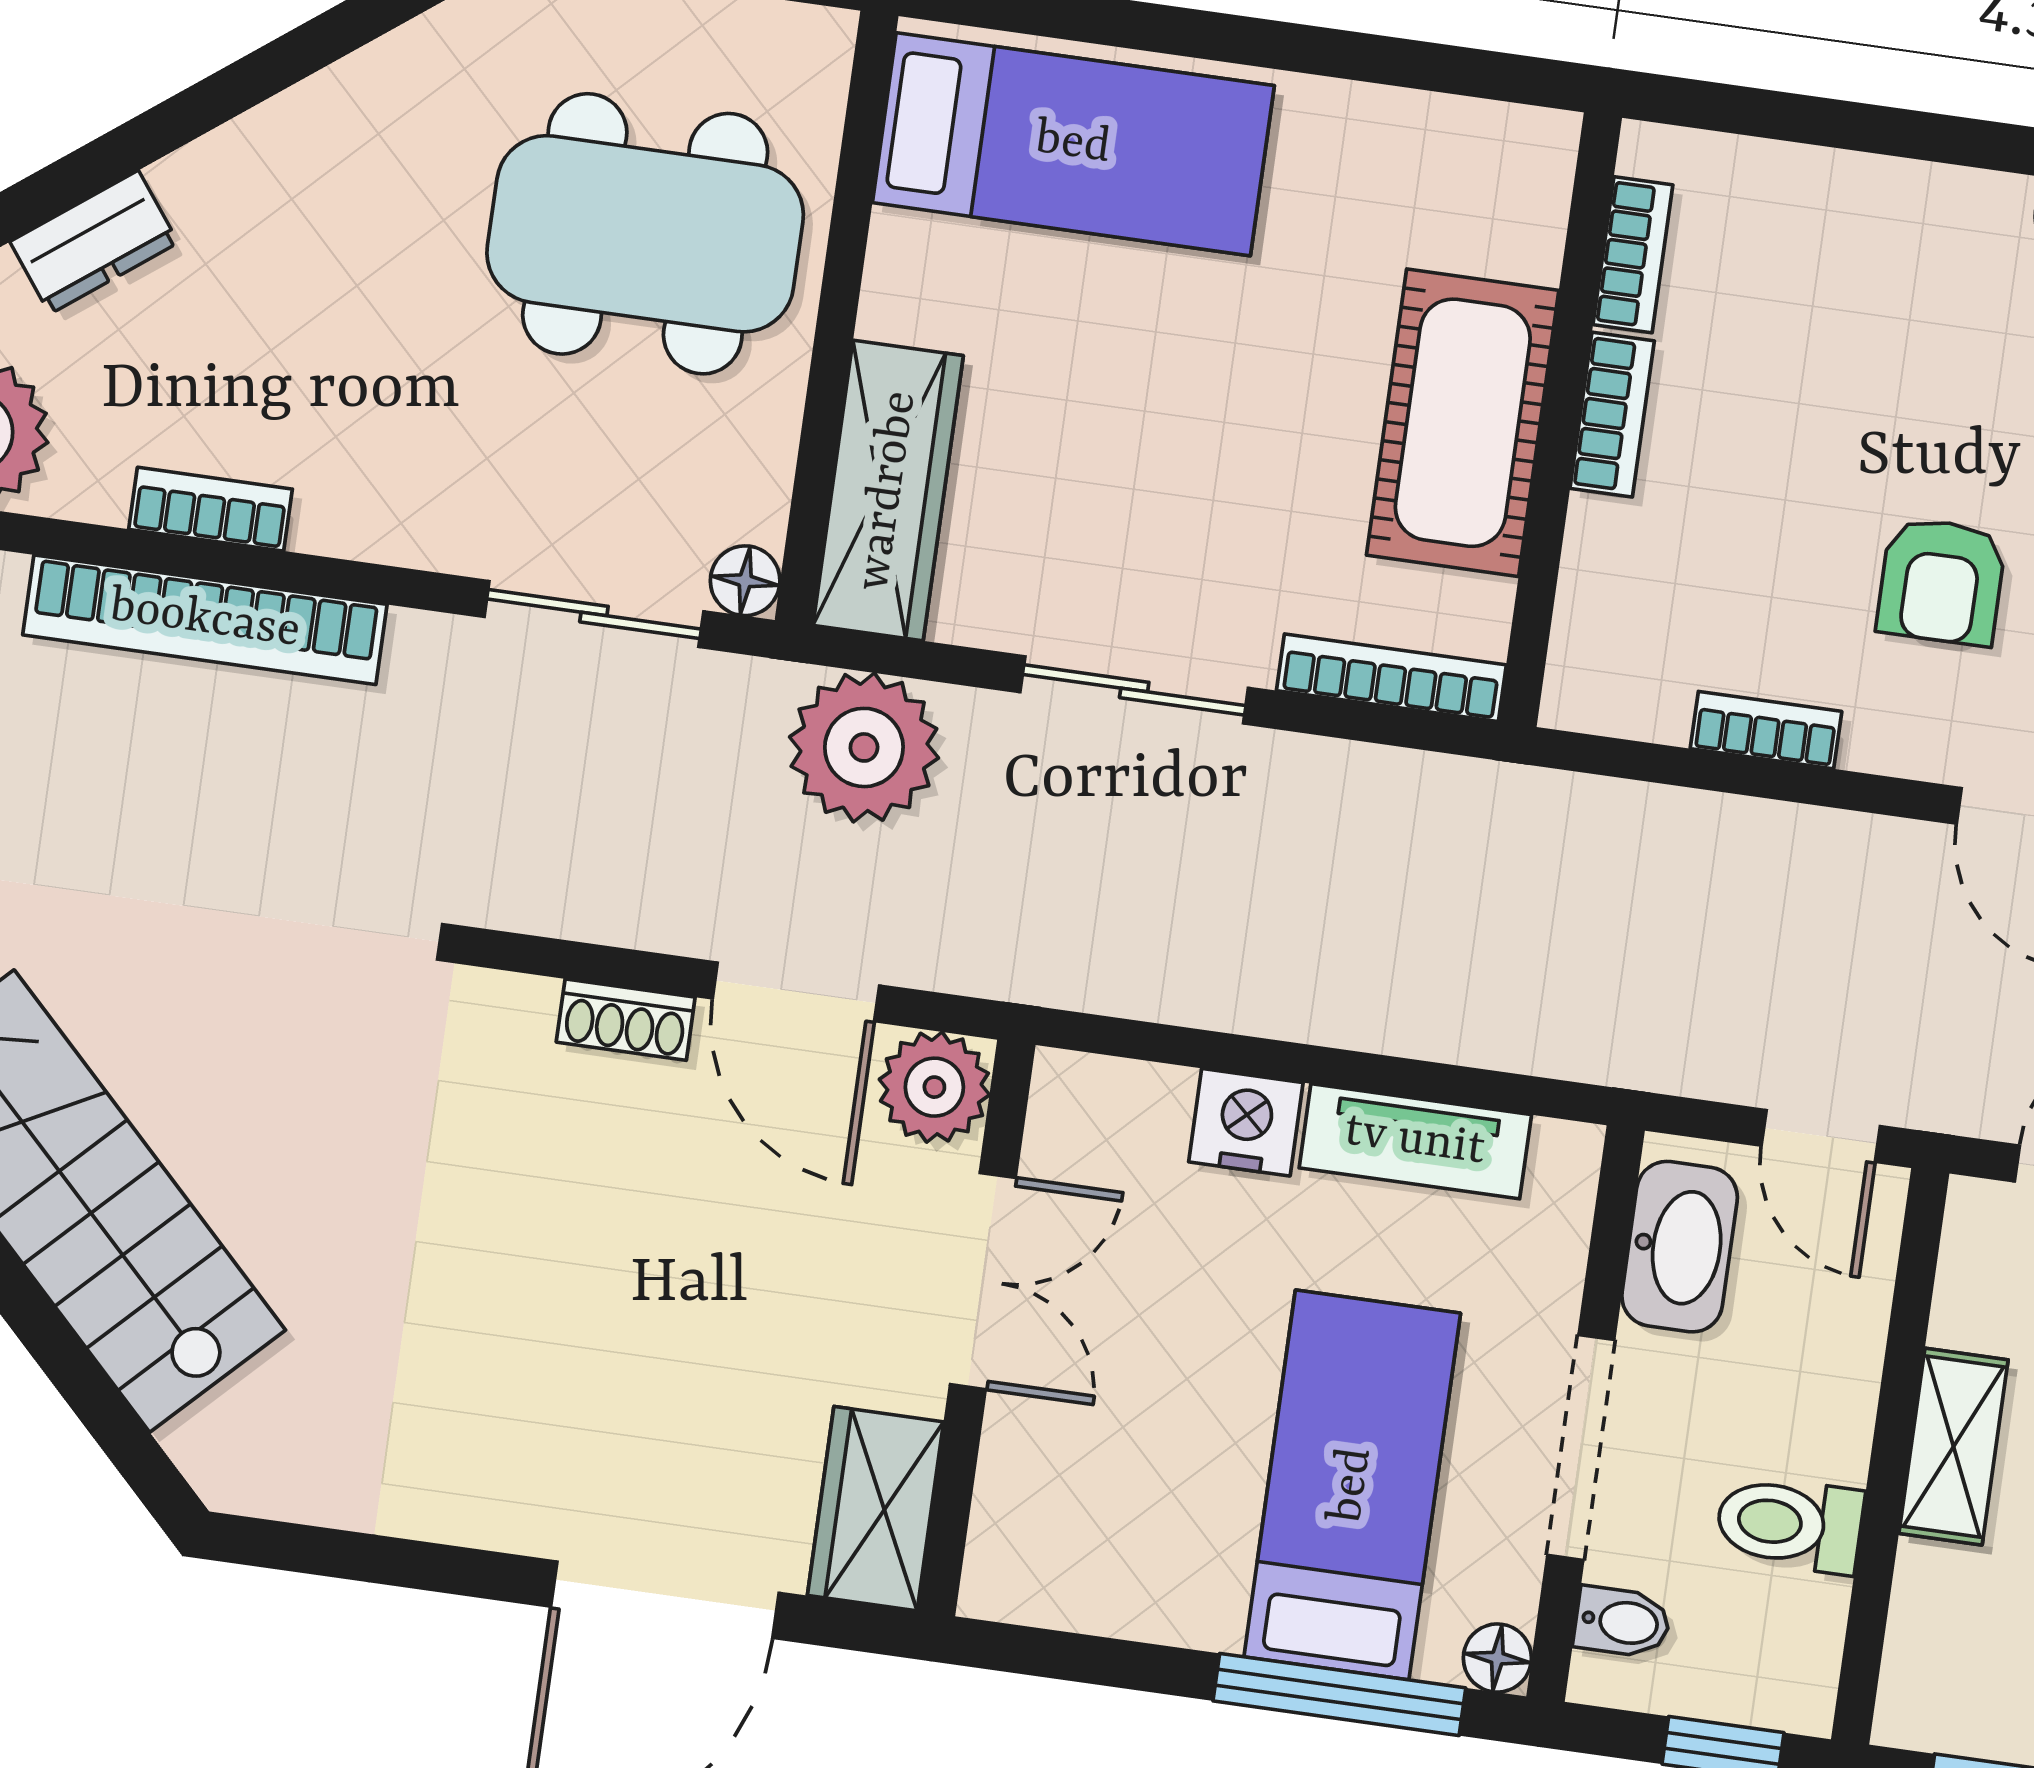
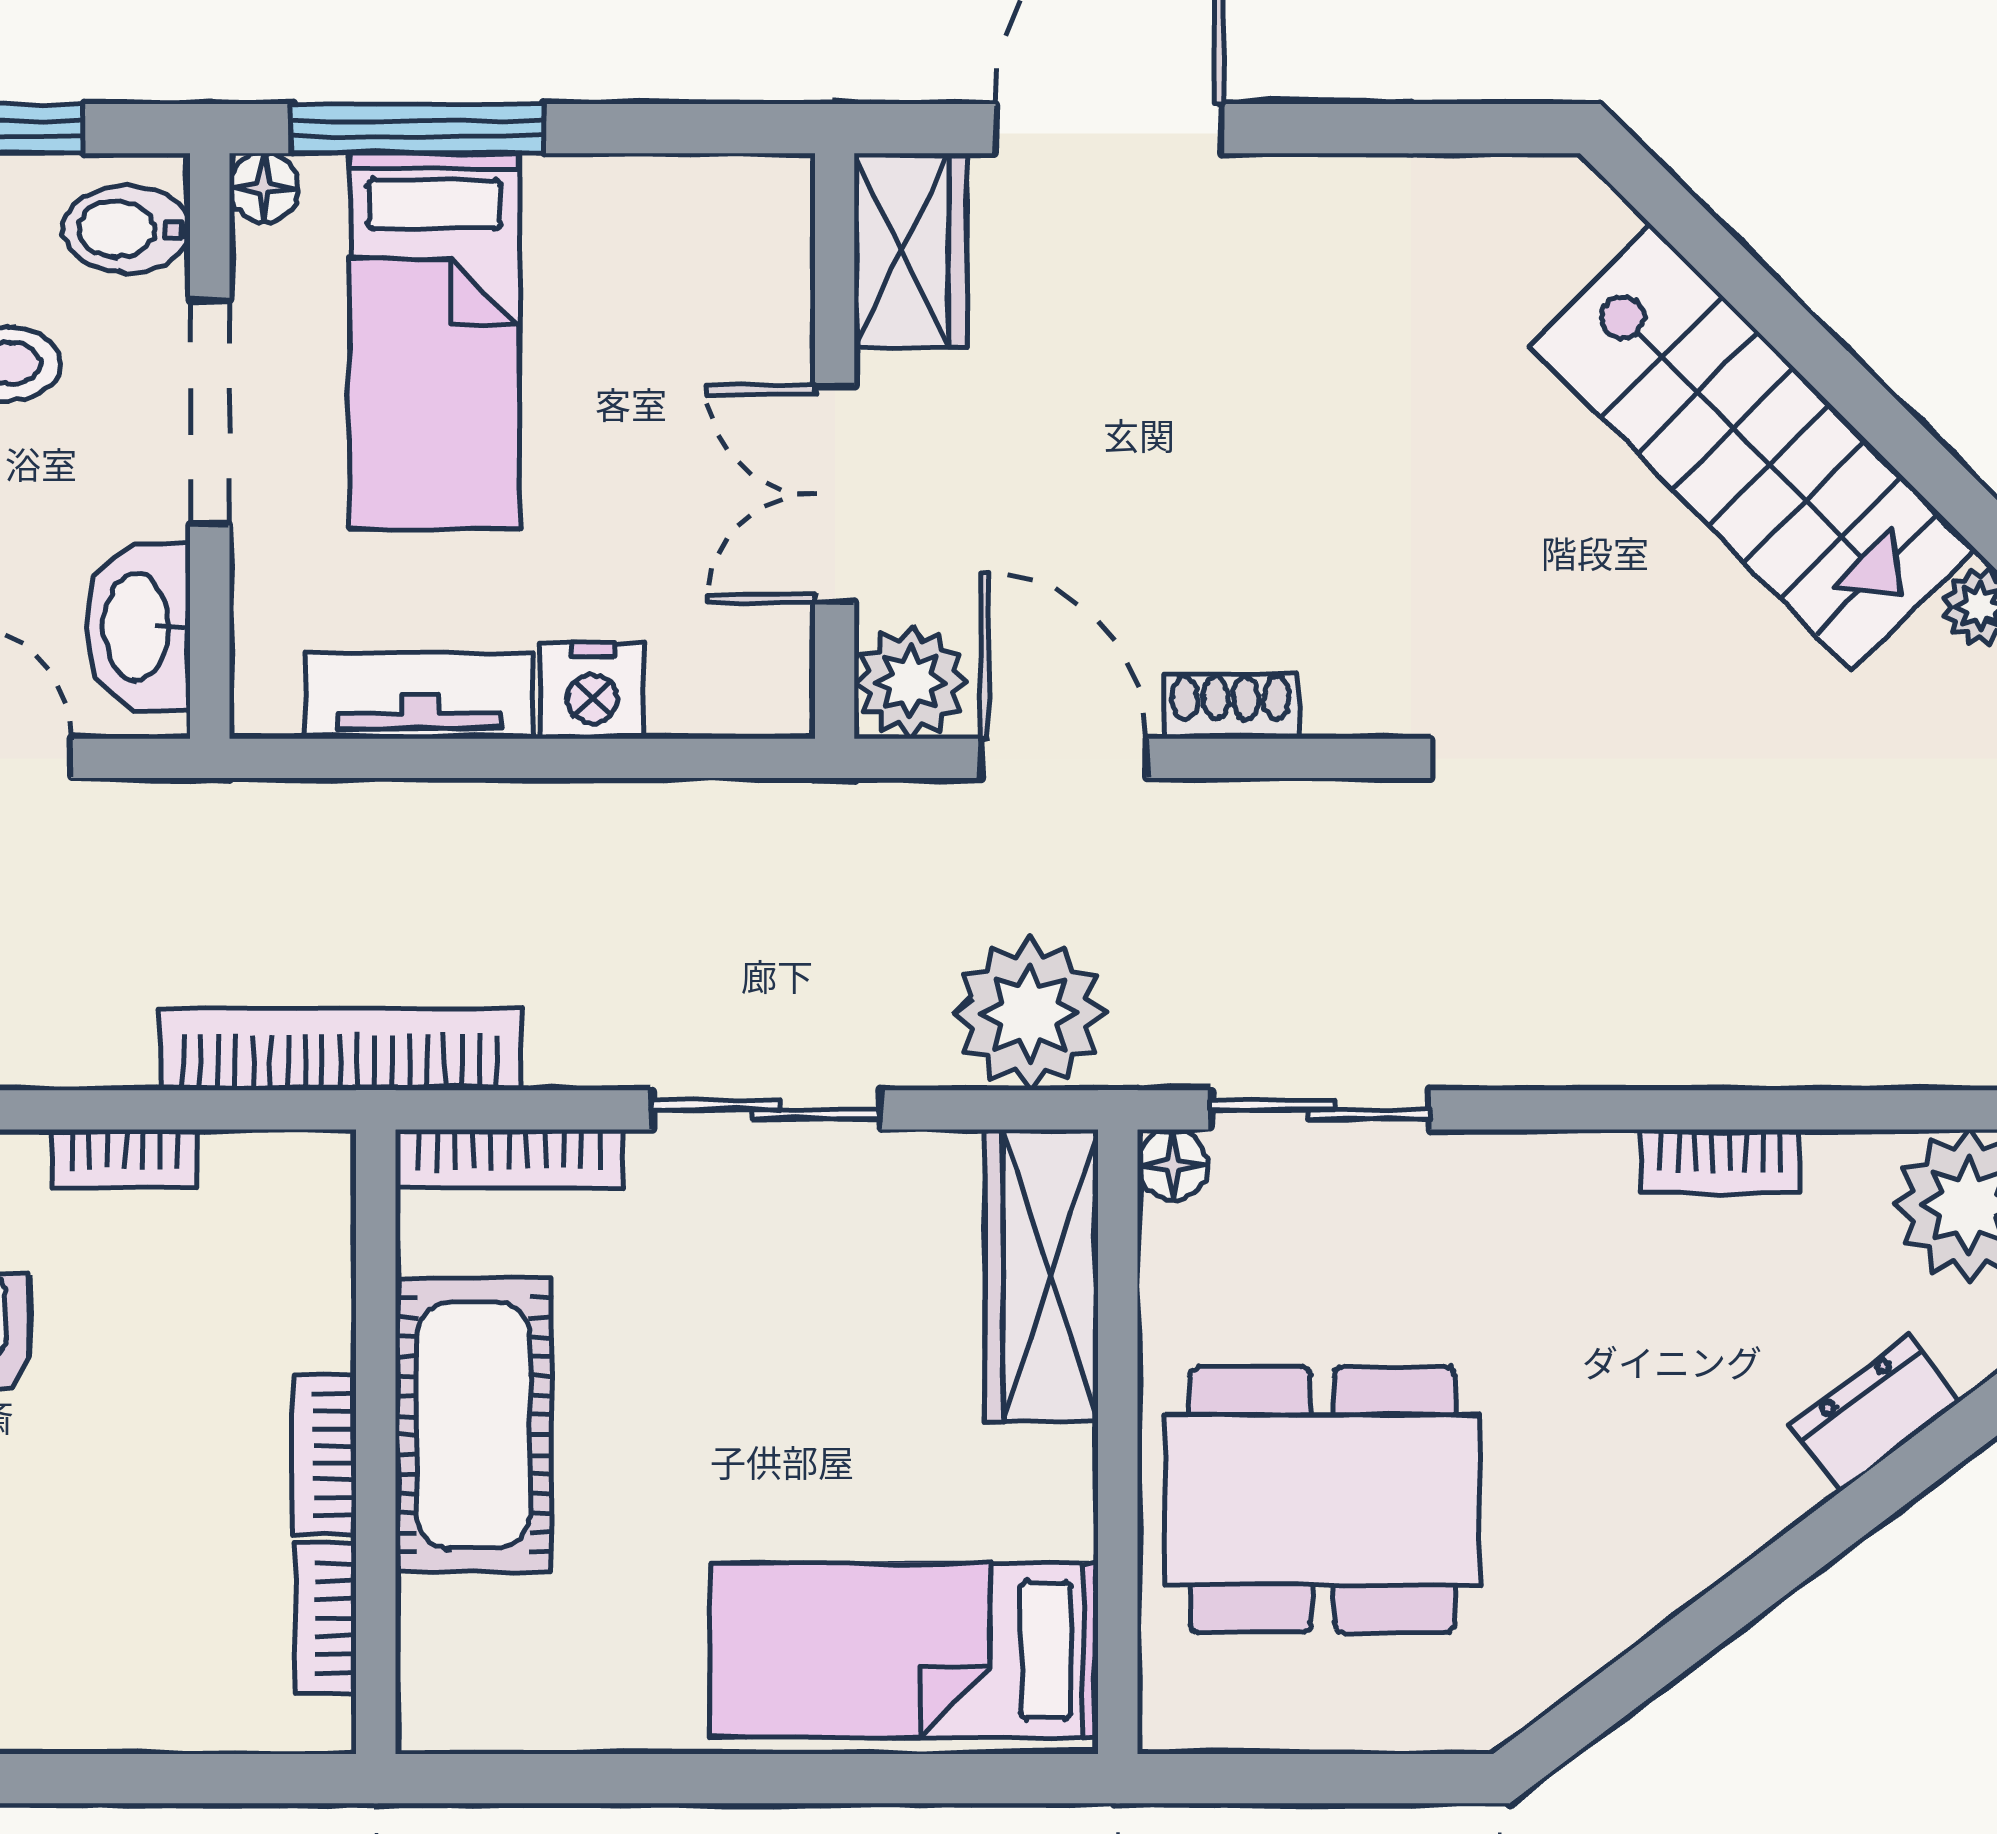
bookcase: (205, 620) -> (340, 1049), moved
bidet: (1622, 1622) -> (127, 229), width x1.38, depth x1.36

